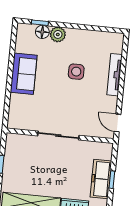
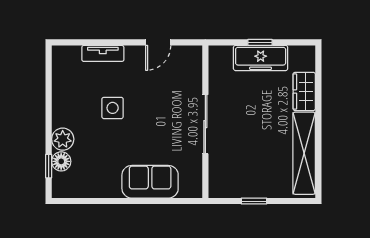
sofa: (24, 74) -> (150, 182), moved
tv unit: (115, 75) -> (103, 53), width x0.71
door: (118, 123) -> (158, 42), moved

